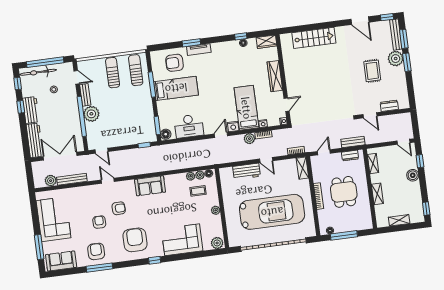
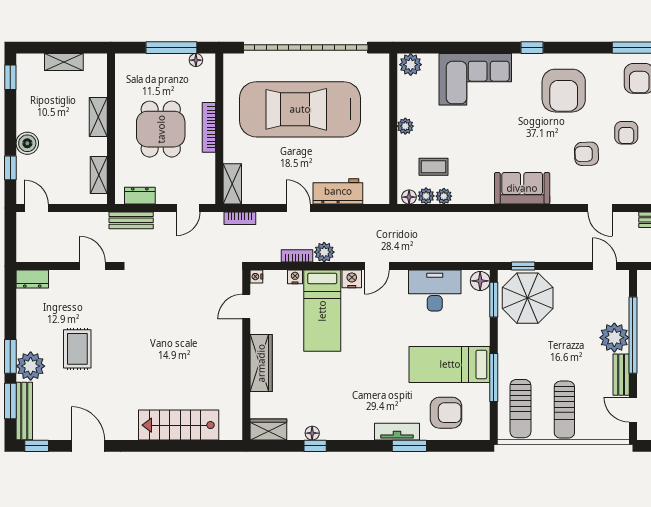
dresser: (389, 106) -> (32, 279), moved
parasol: (140, 129) -> (528, 298), added

